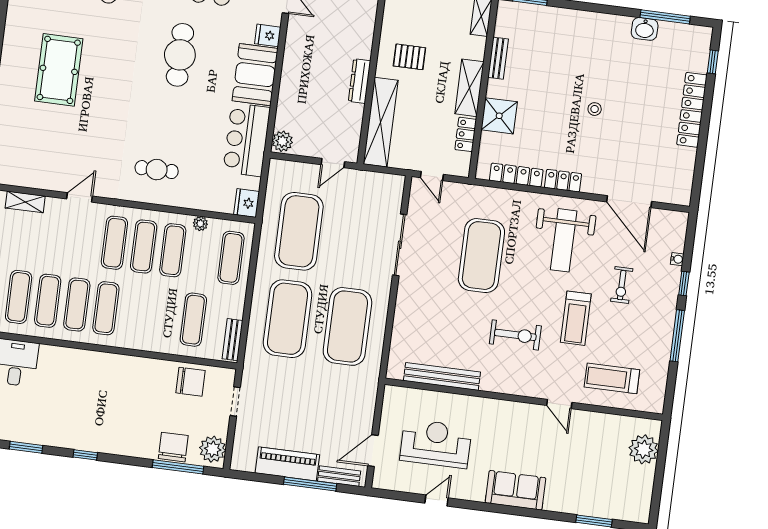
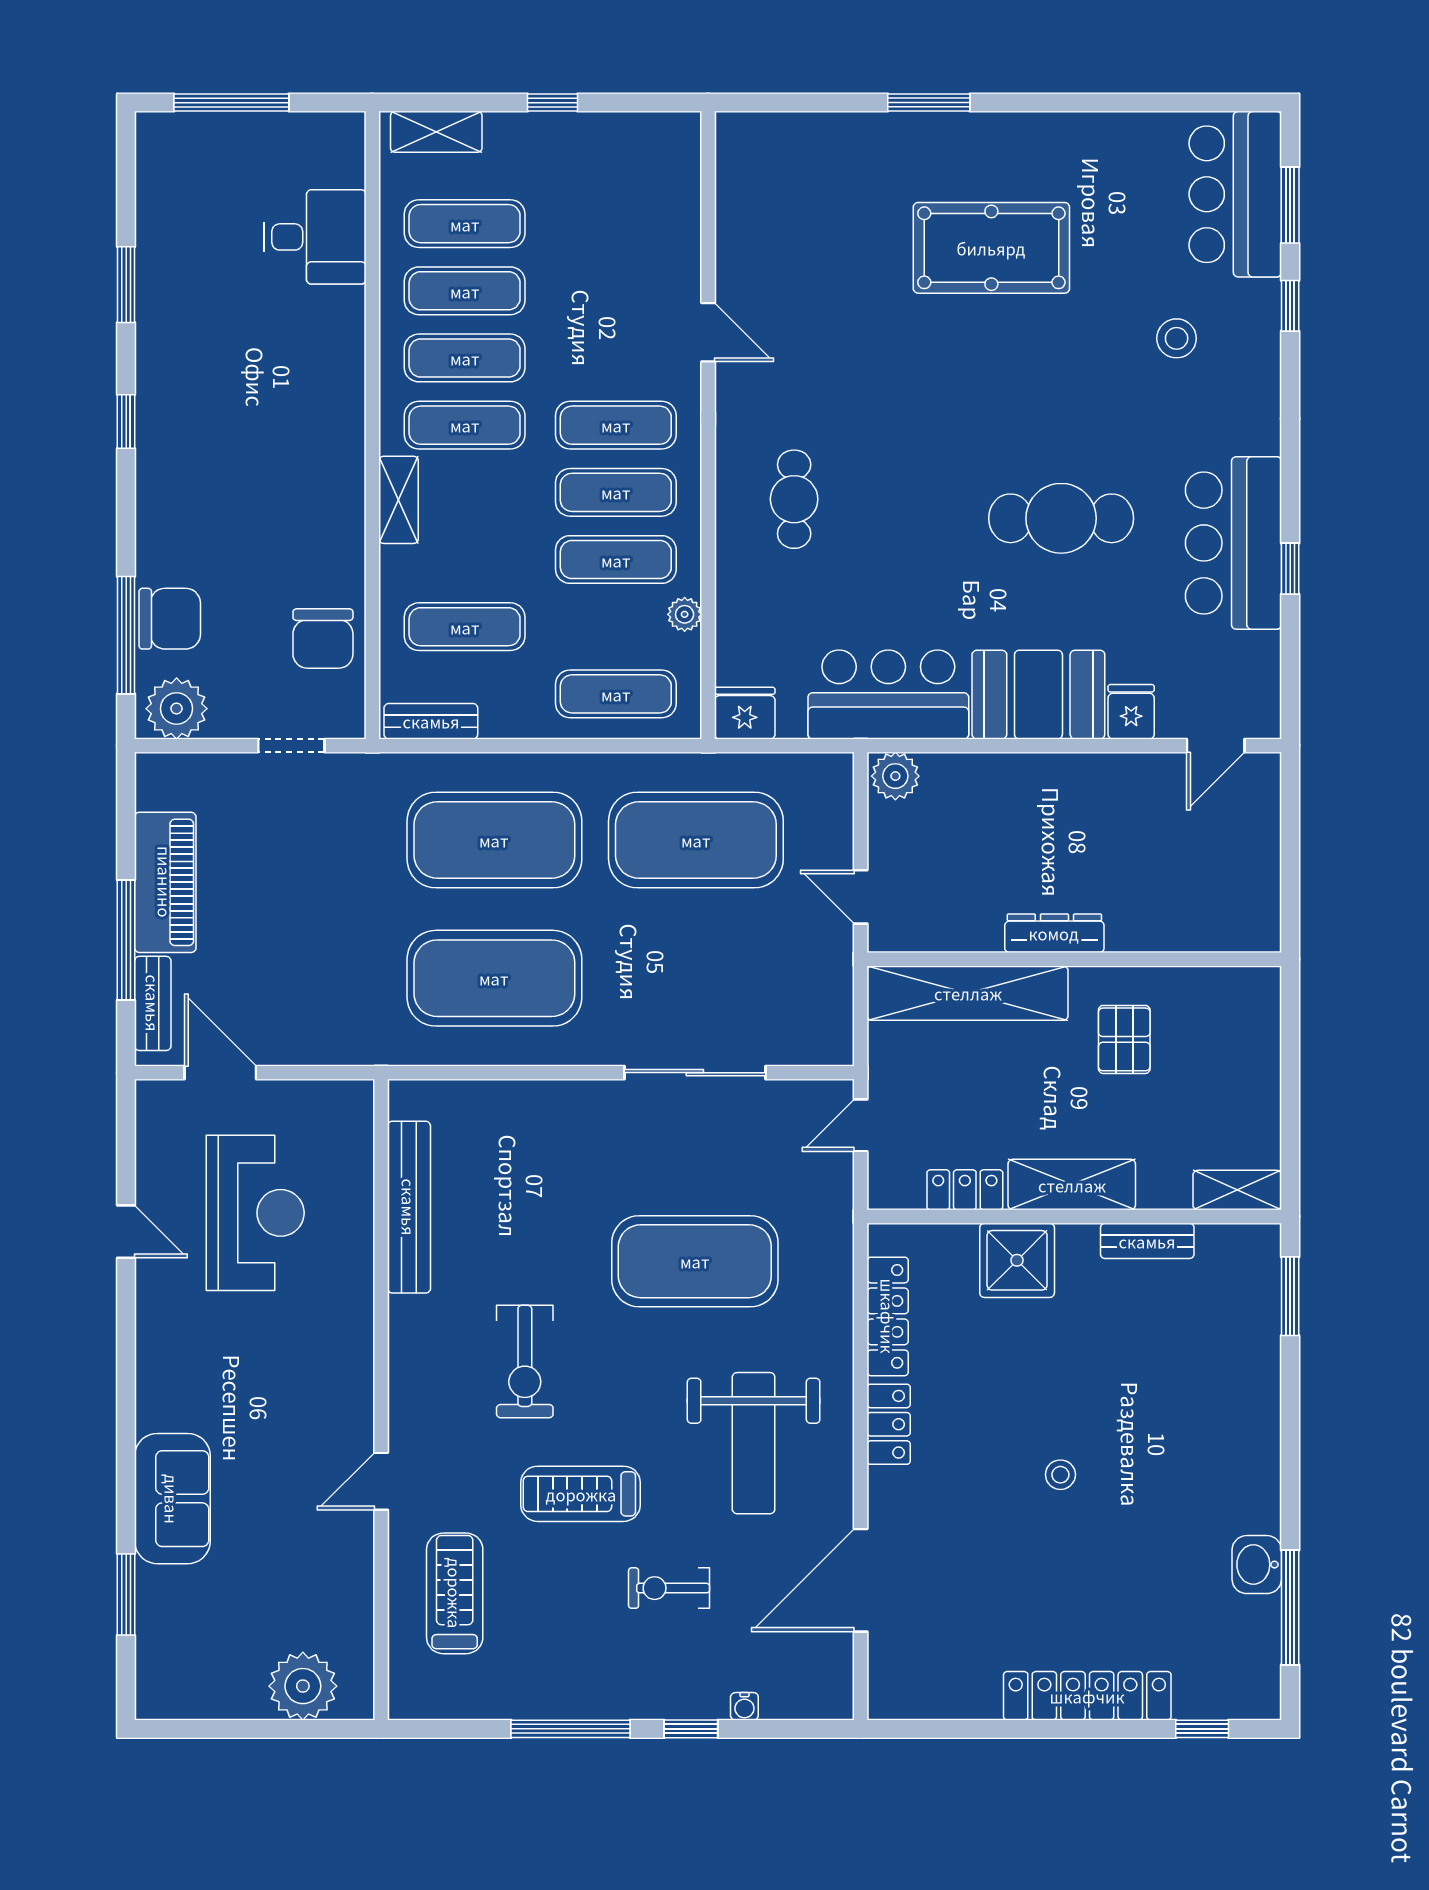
shelving: (25, 202) -> (399, 500), moved
weight bench: (564, 240) -> (754, 1443), turned -90
sofa: (515, 490) -> (172, 1499), moved

